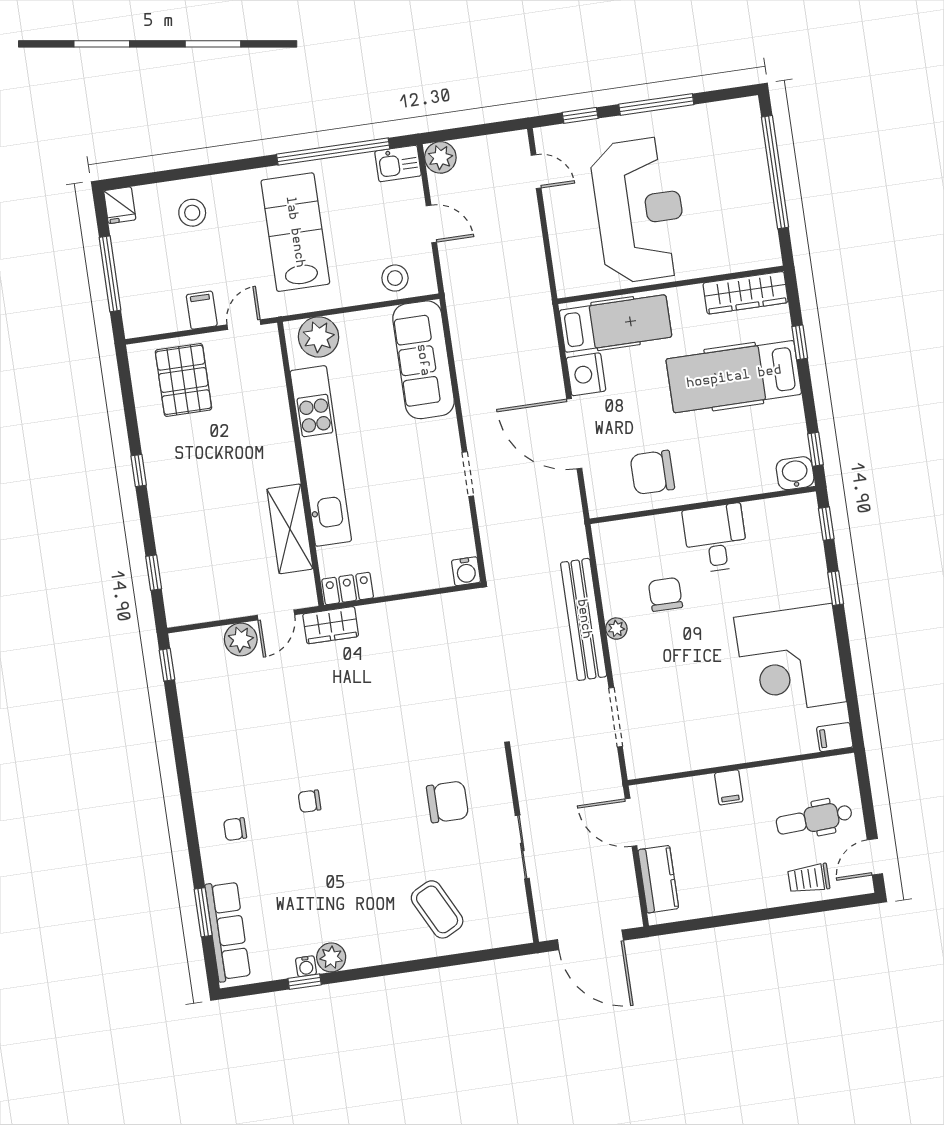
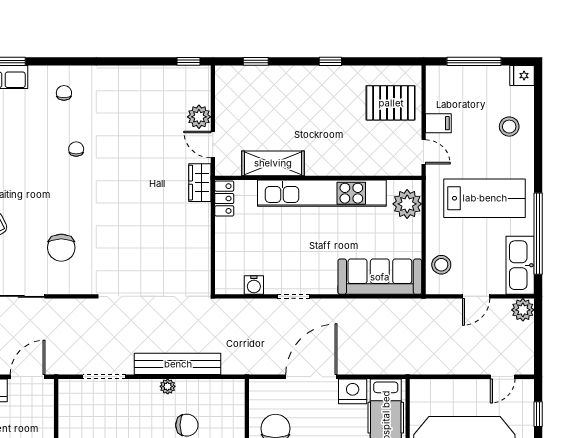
kitchen sink: (398, 163) -> (520, 265), width x1.88, depth x1.24
water cooler: (466, 571) -> (254, 285), moved, turned -90

